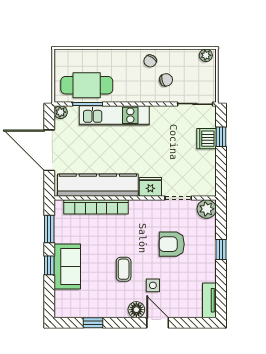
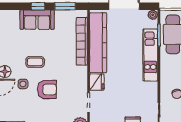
armchair: (172, 244) -> (47, 89), moved, turned 90

